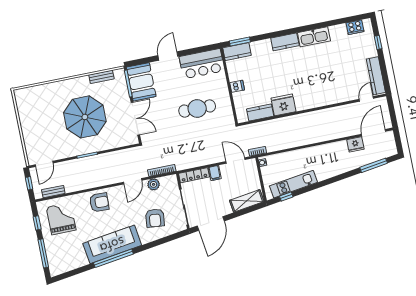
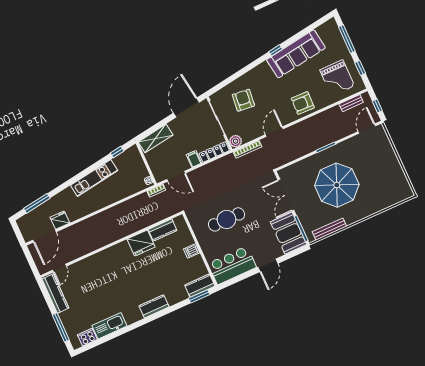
kitchen sink: (314, 37) -> (109, 326), moved
window: (378, 42) -> (61, 327), width x2.17
bench: (101, 77) -> (329, 229), width x1.36
plant: (154, 184) -> (236, 141), moved
kitchen unit: (293, 184) -> (94, 178), moved
sofa: (112, 244) -> (296, 54), moved
window: (113, 258) -> (276, 50), width x0.32

